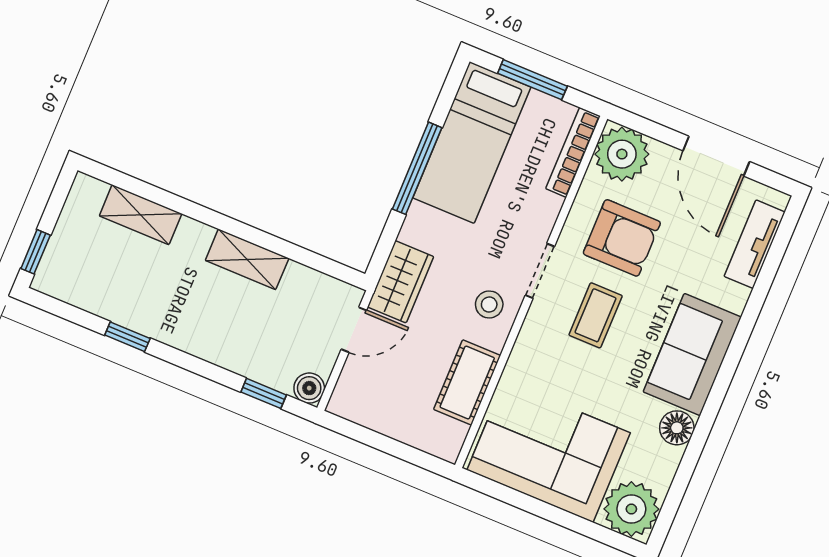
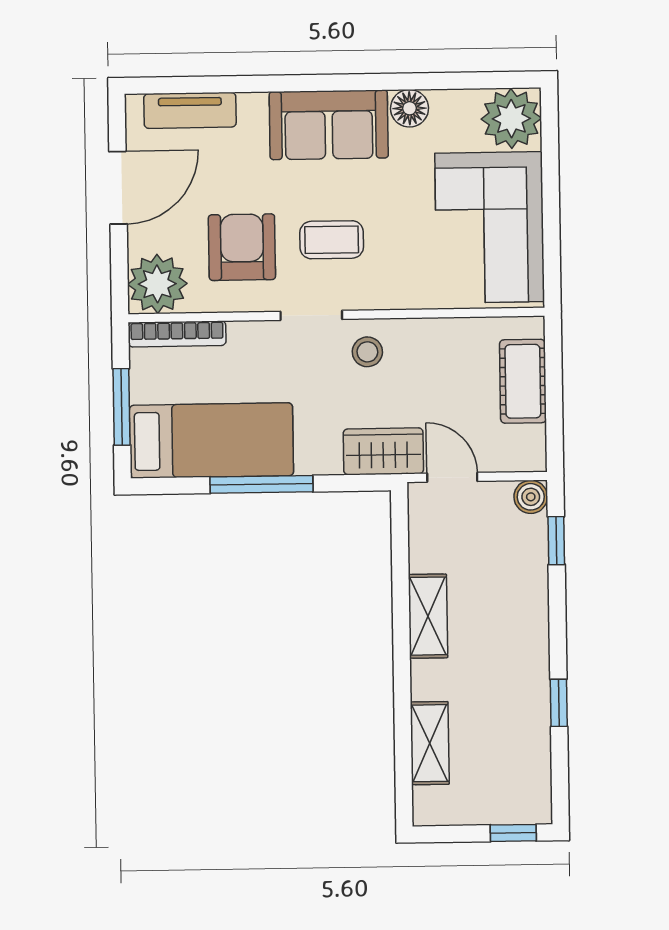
cot: (467, 382) -> (523, 381), moved, turned 90

